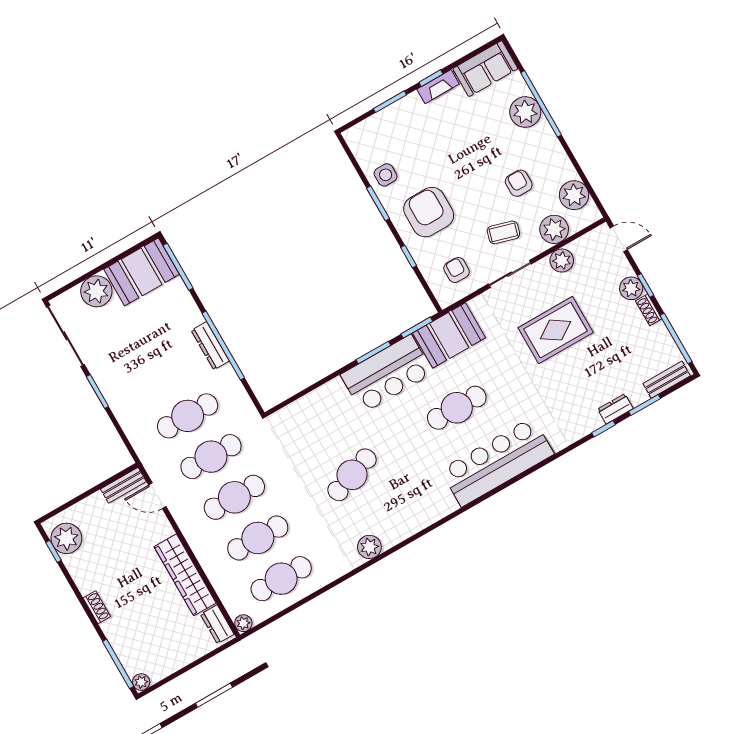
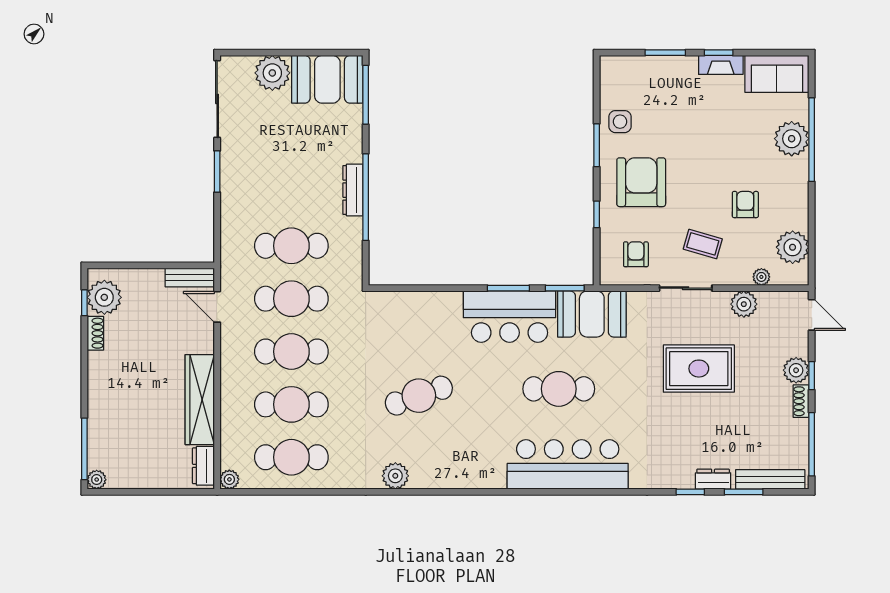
plant: (554, 229) -> (761, 277), width x0.53, depth x0.53
bench: (667, 380) -> (770, 479), width x1.36
shoe rack: (97, 607) -> (95, 333), moved

